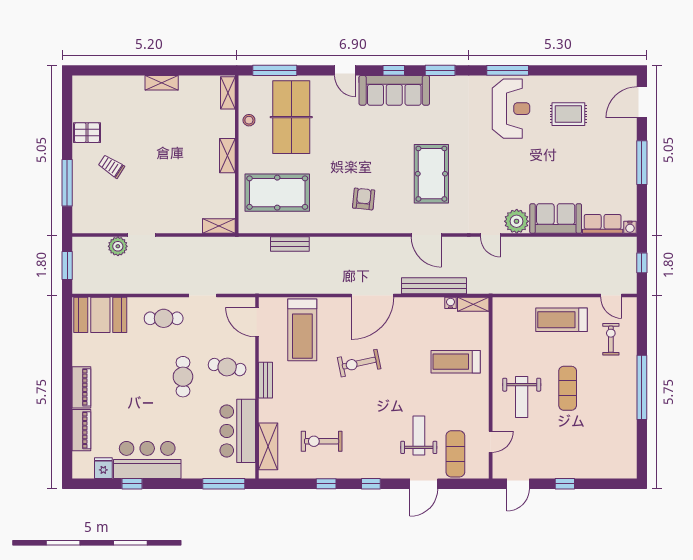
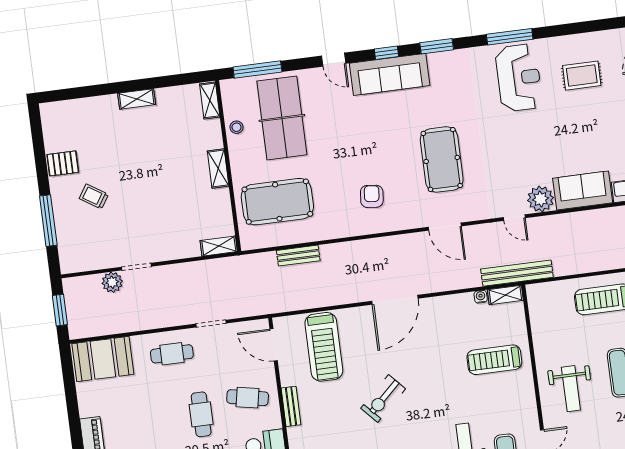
bench: (434, 286) -> (517, 273), moved
exercise bike: (359, 363) -> (383, 399), moved, turned -31

